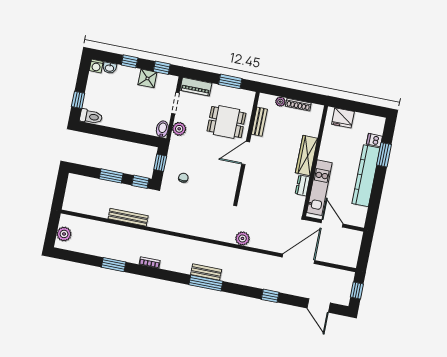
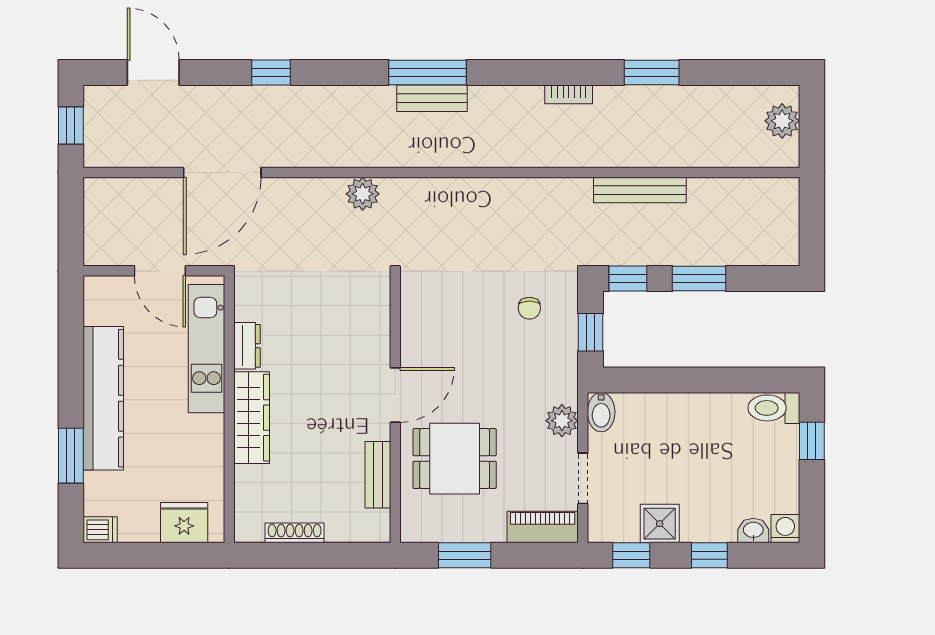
plant: (280, 102) -> (338, 531), removed
dishwasher: (374, 140) -> (100, 530), moved

